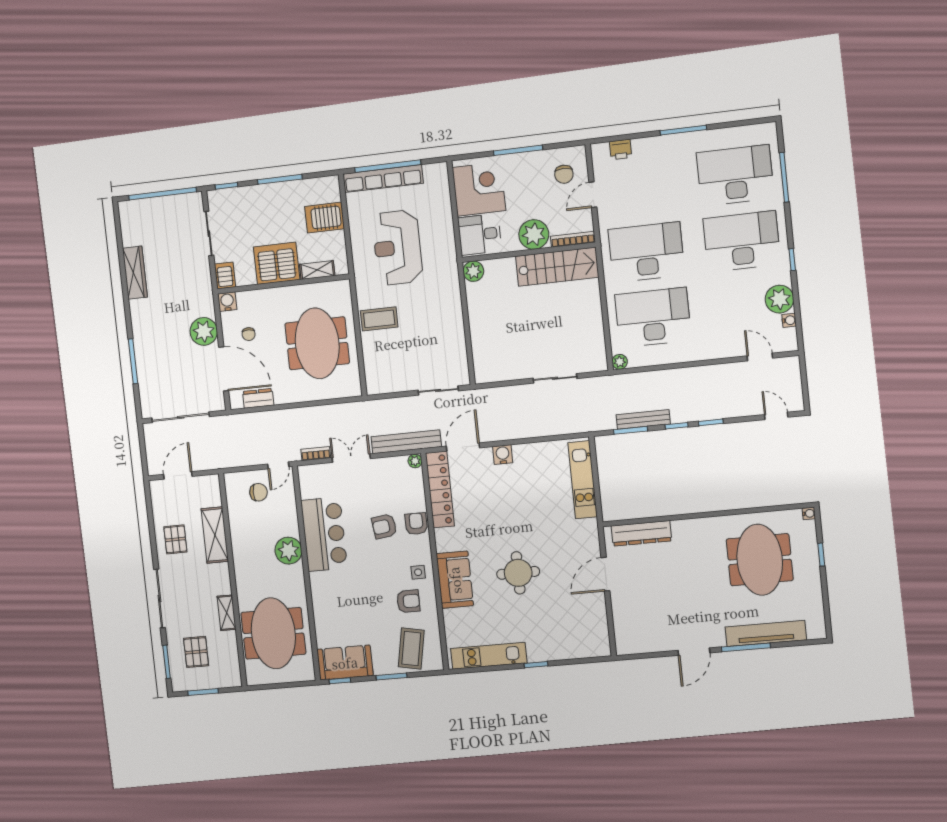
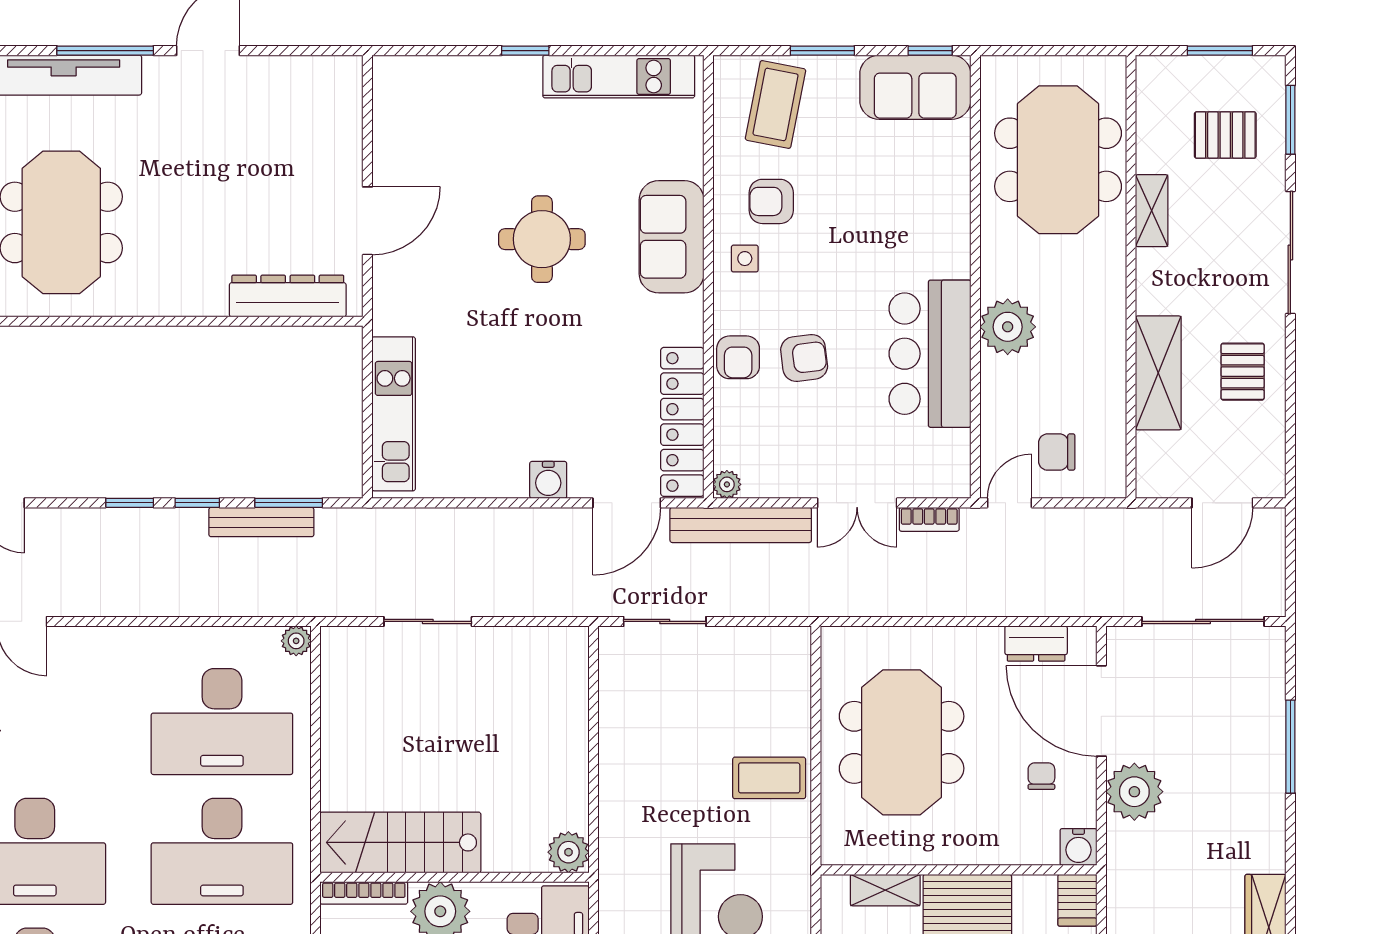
pallet: (196, 652) -> (1225, 135), turned 90

